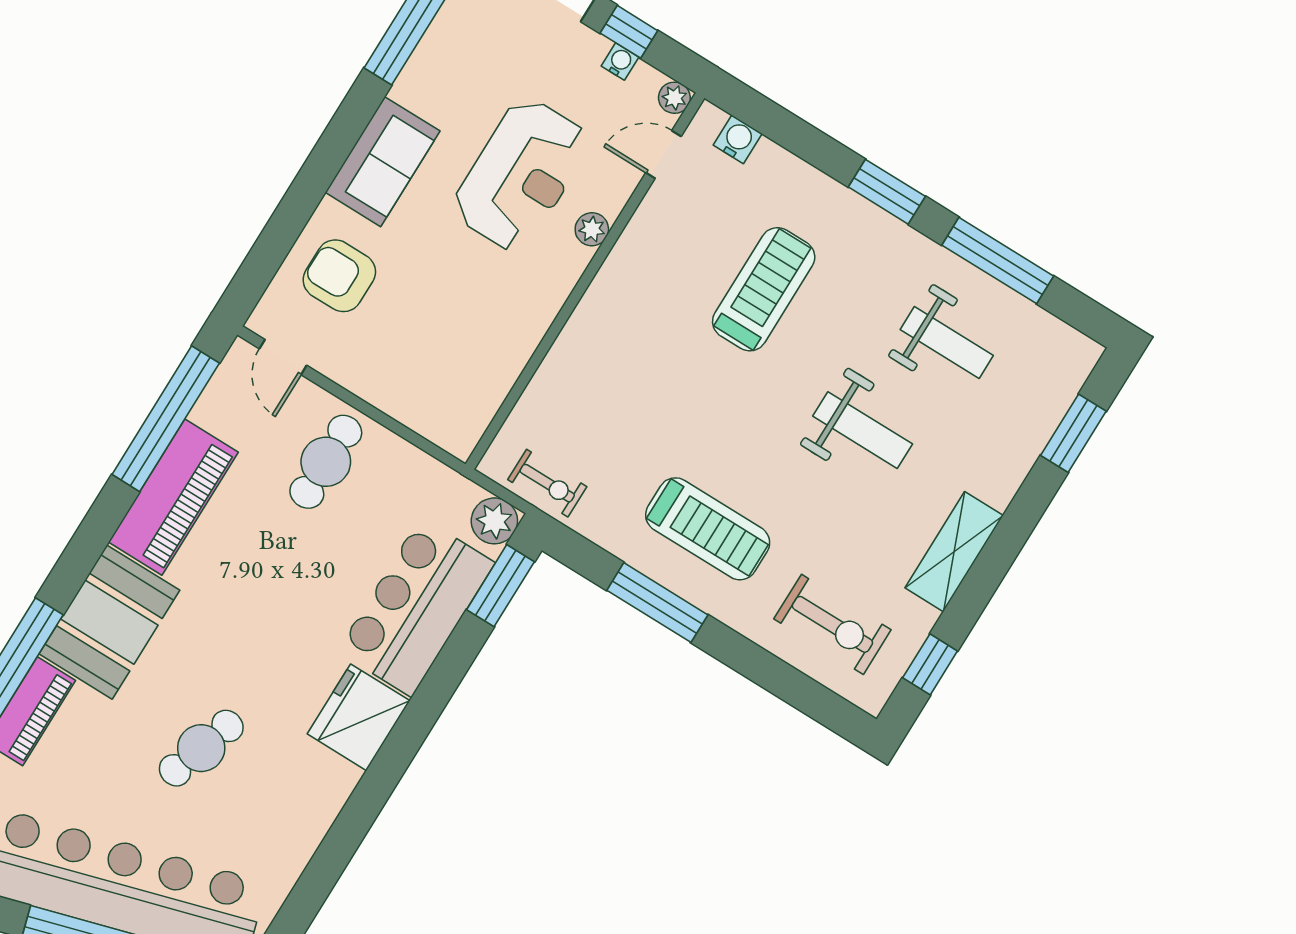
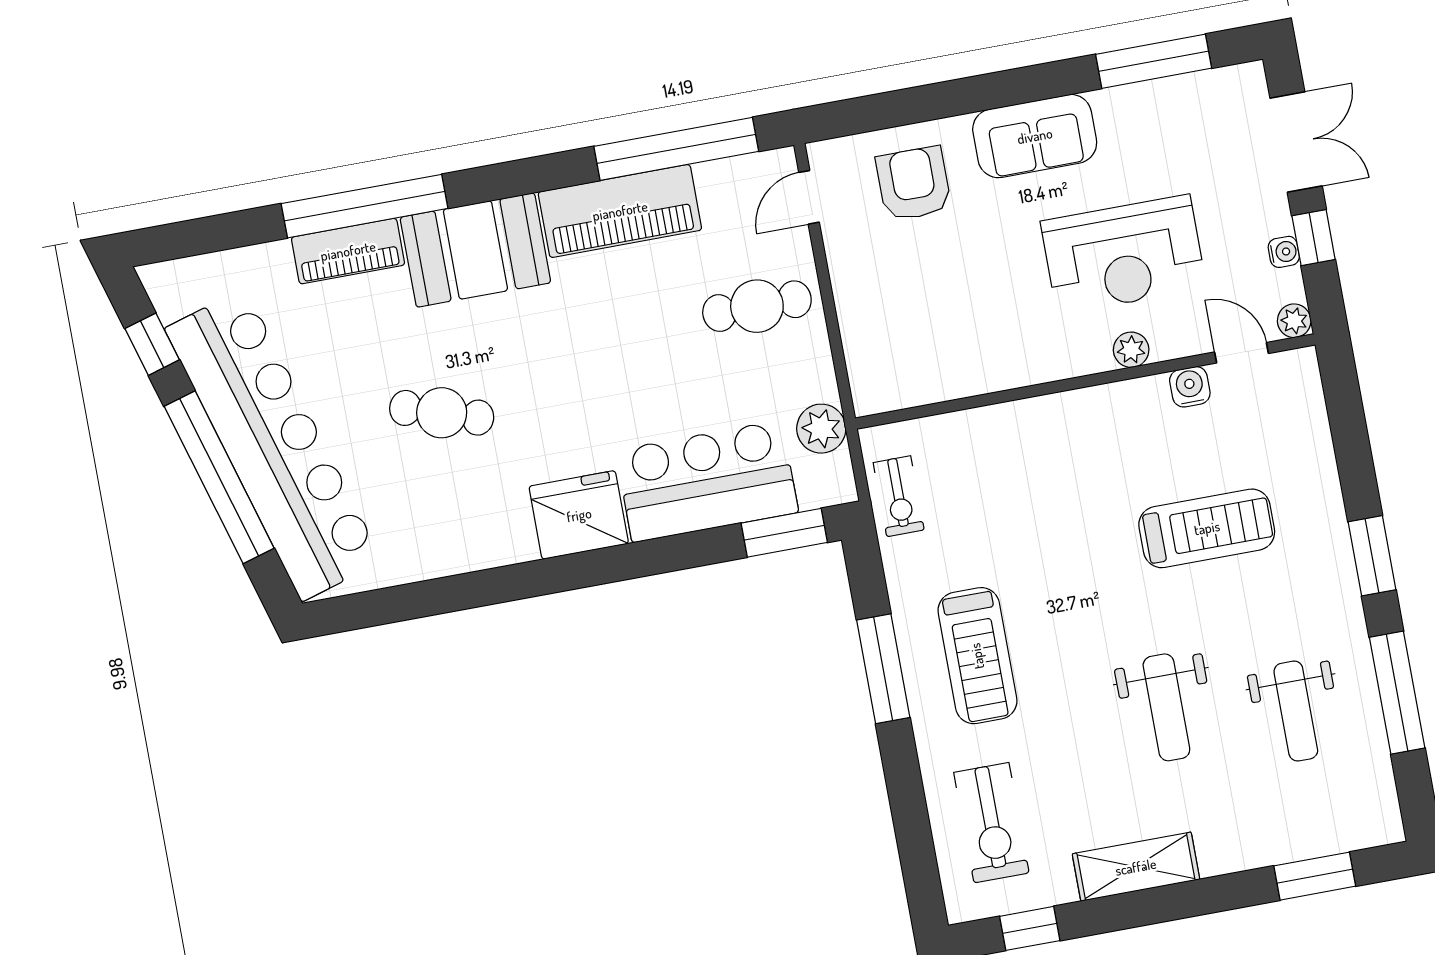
water cooler: (738, 139) -> (1190, 387), moved, turned -90
plant: (494, 521) -> (821, 429), moved

